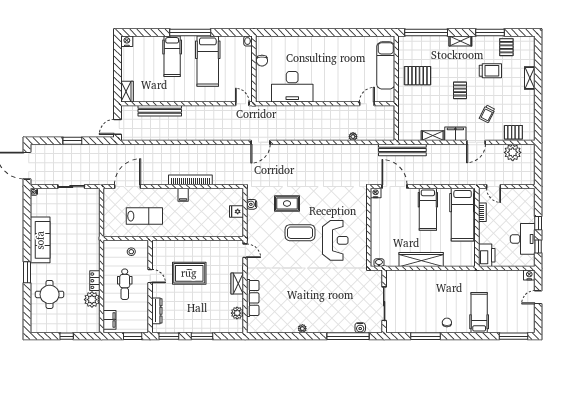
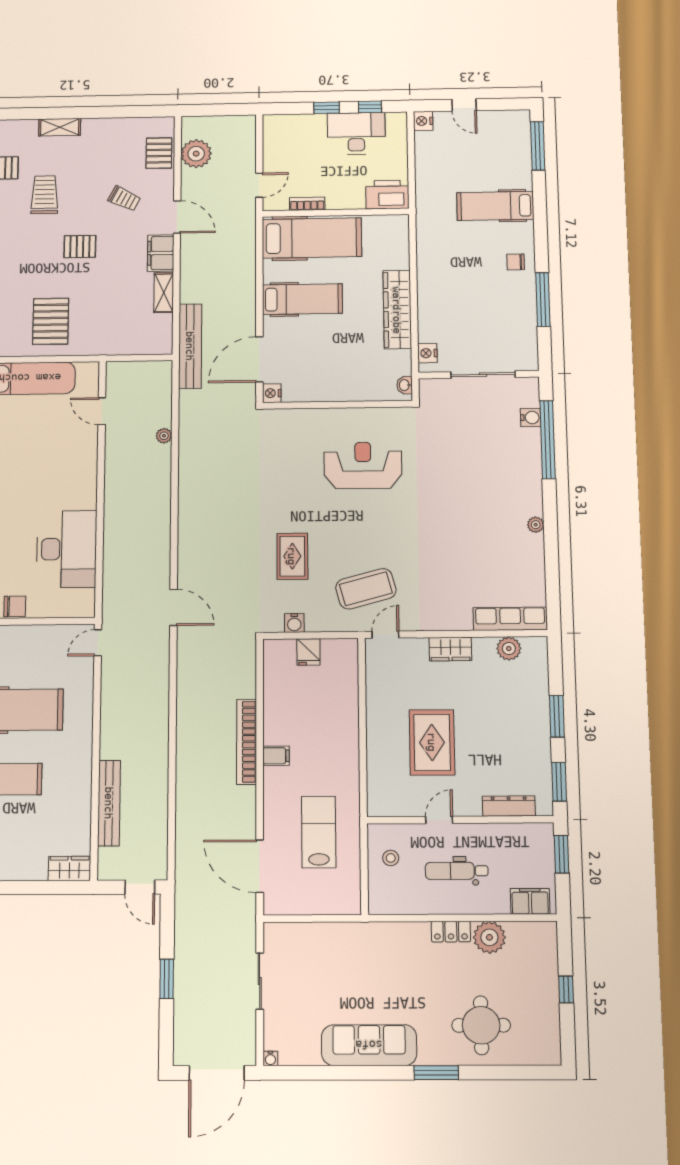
coffee table: (300, 233) -> (366, 589), moved, turned 75
nightstand: (397, 275) -> (427, 353), added
dental chair: (125, 284) -> (457, 871), turned 180
row of seats: (253, 298) -> (510, 619), moved

